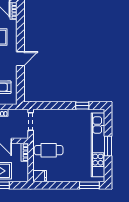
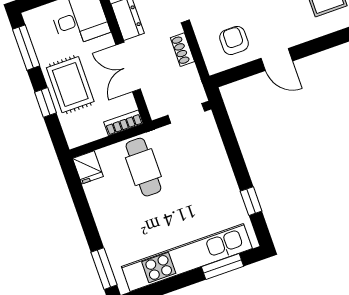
door: (20, 59) -> (277, 60), moved
window: (108, 146) -> (223, 266), moved

